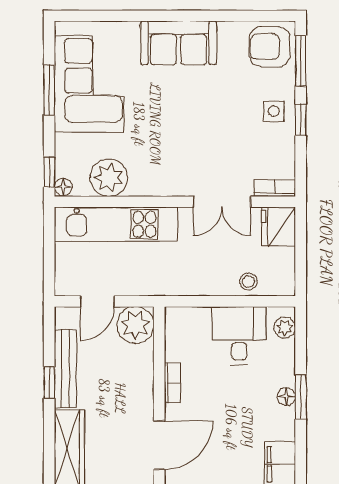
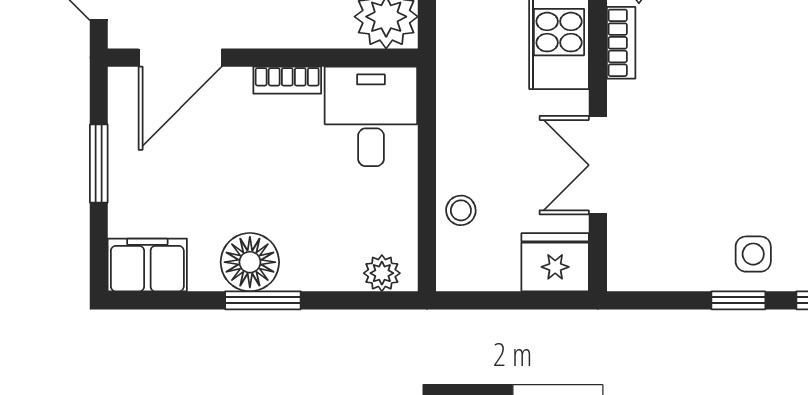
bookcase: (275, 188) -> (621, 43), moved
desk: (239, 336) -> (371, 116), moved, turned -90
floor lamp: (286, 396) -> (250, 262), width x1.89, depth x1.89
door: (159, 445) -> (180, 58), hinge flipped

